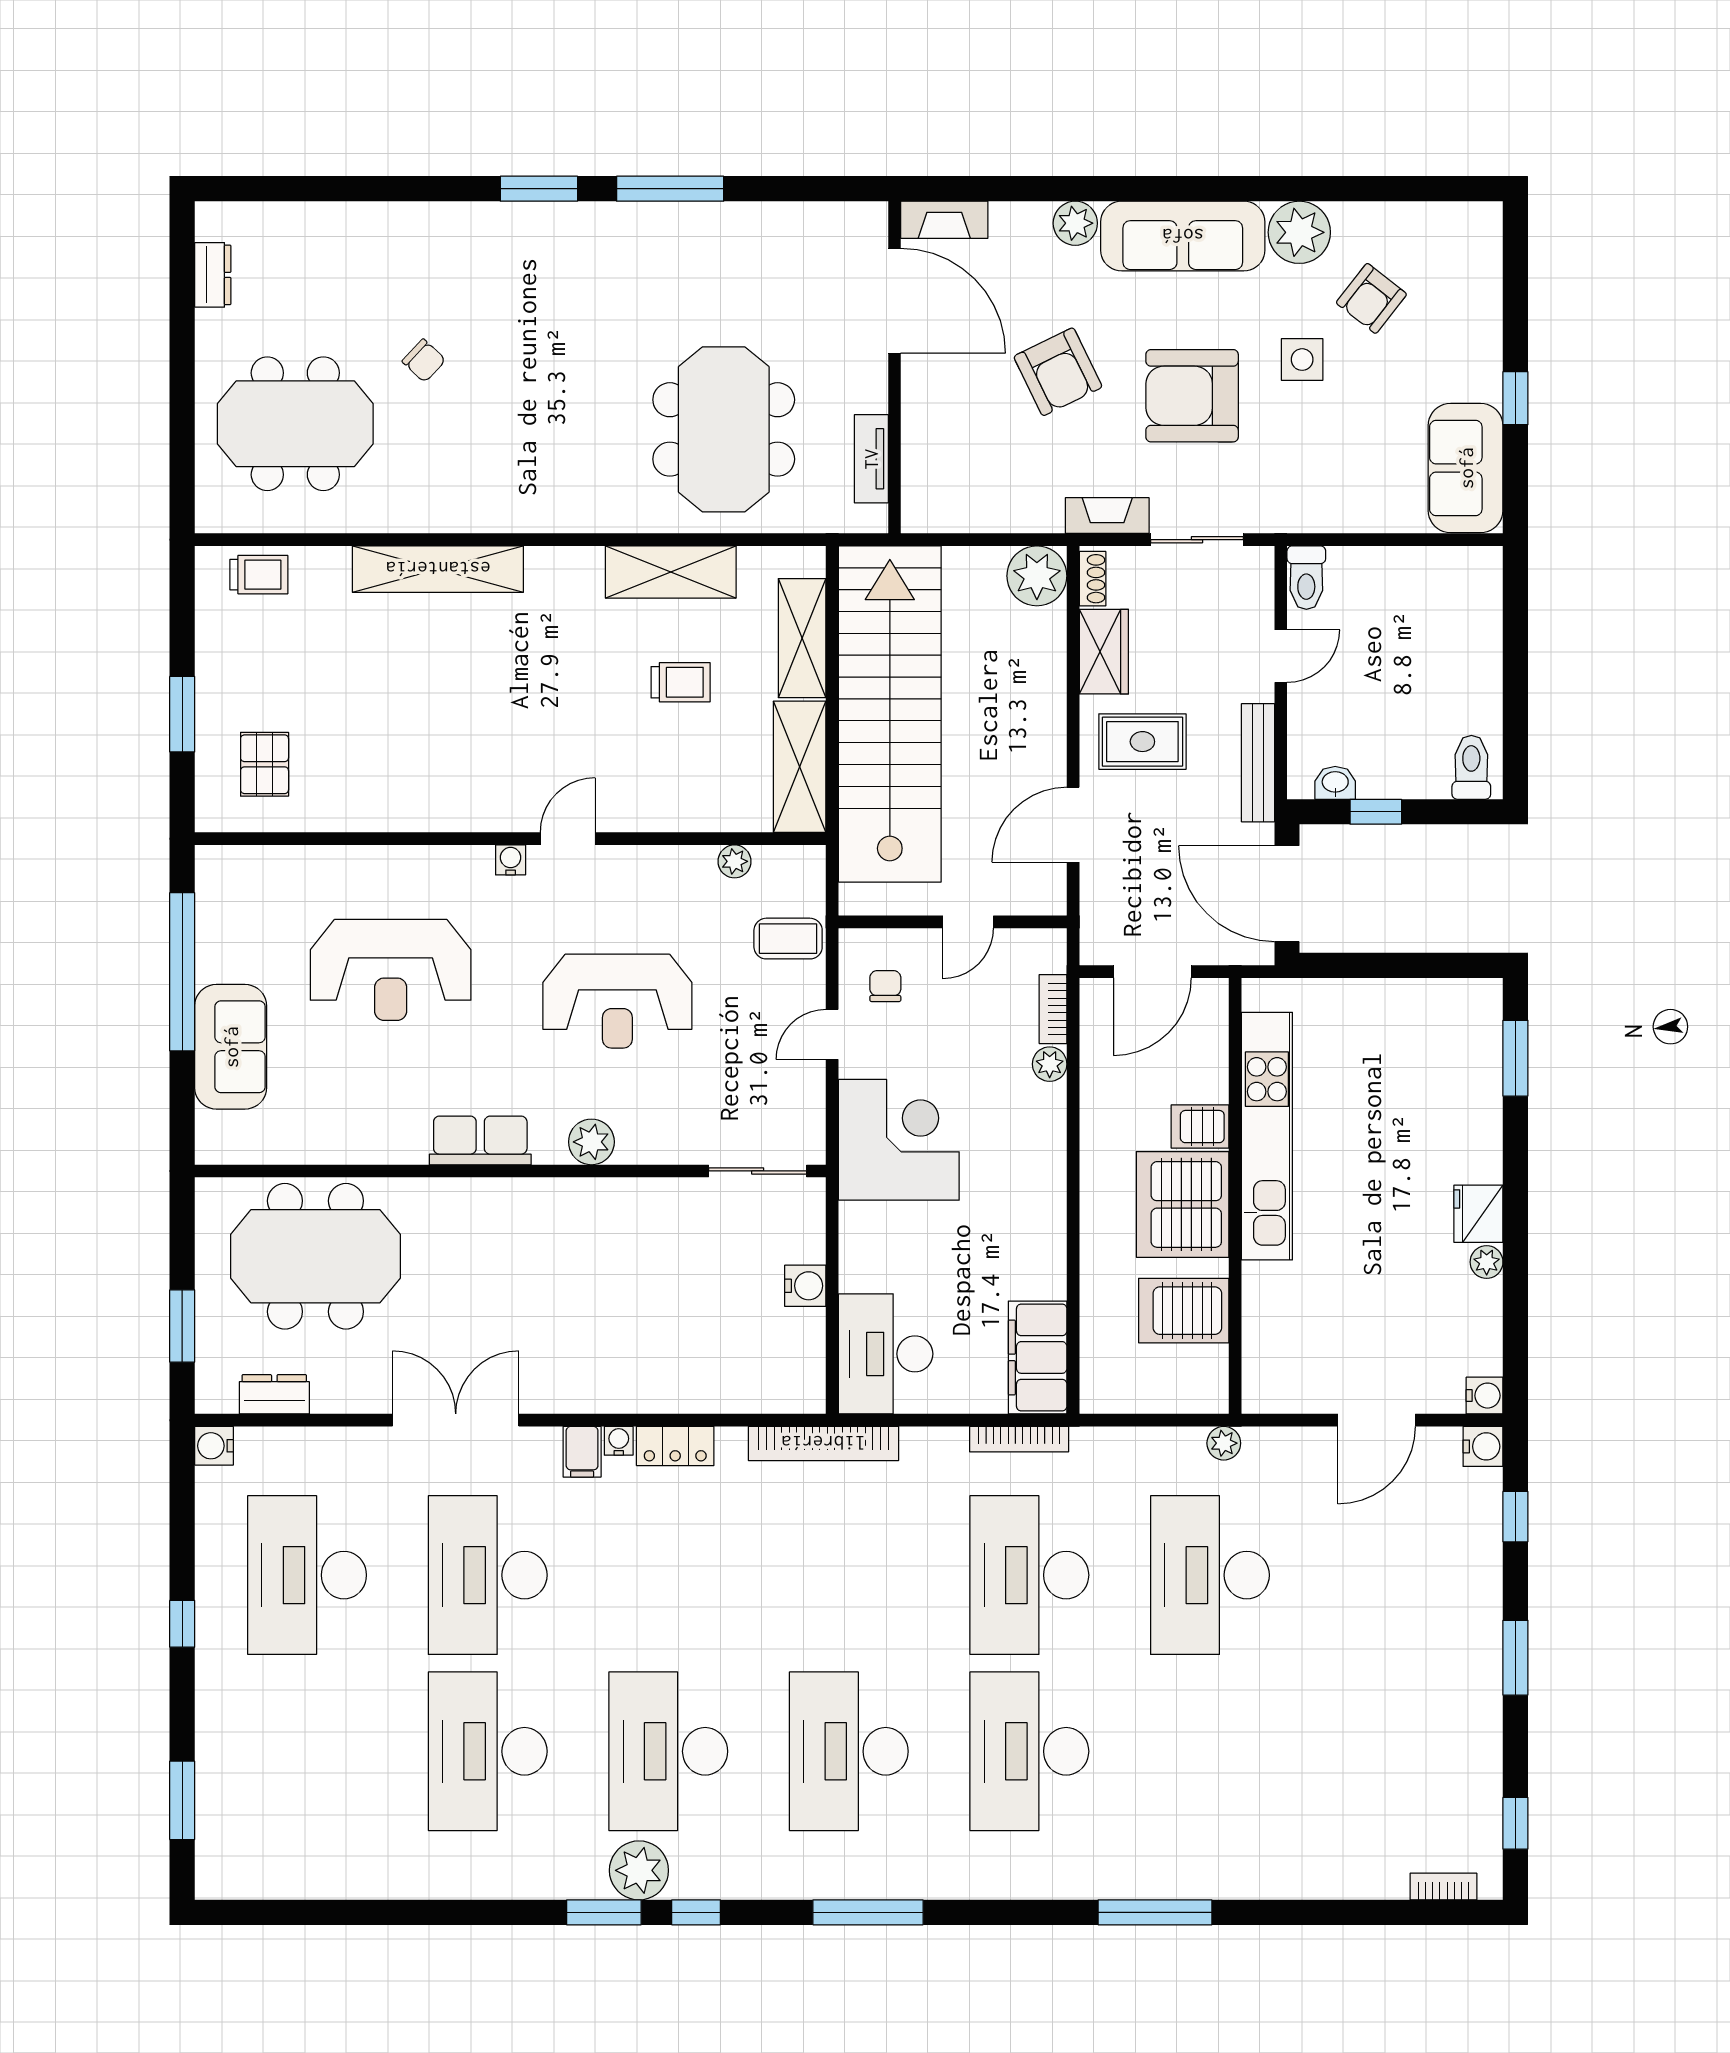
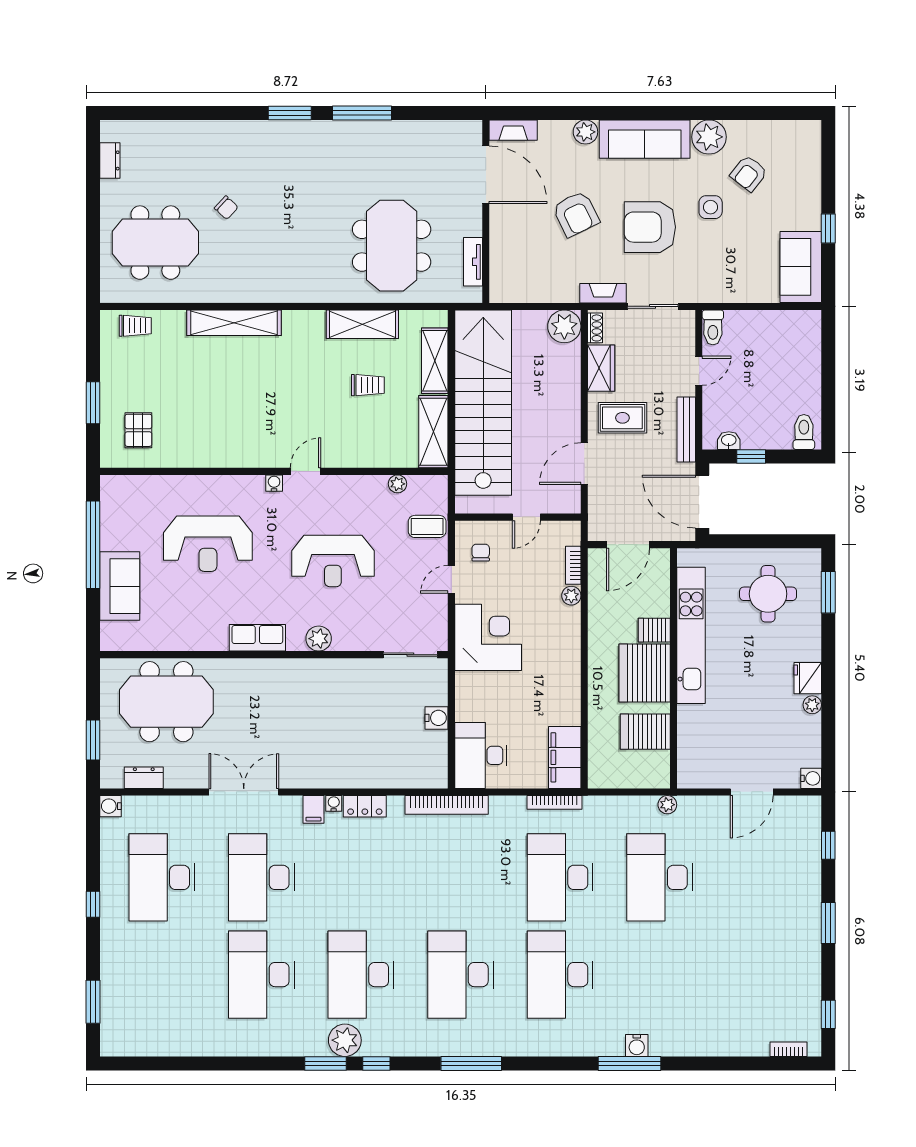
round table: (1406, 1061) -> (768, 594), added
water cooler: (1483, 1446) -> (637, 1046), moved, turned 90

